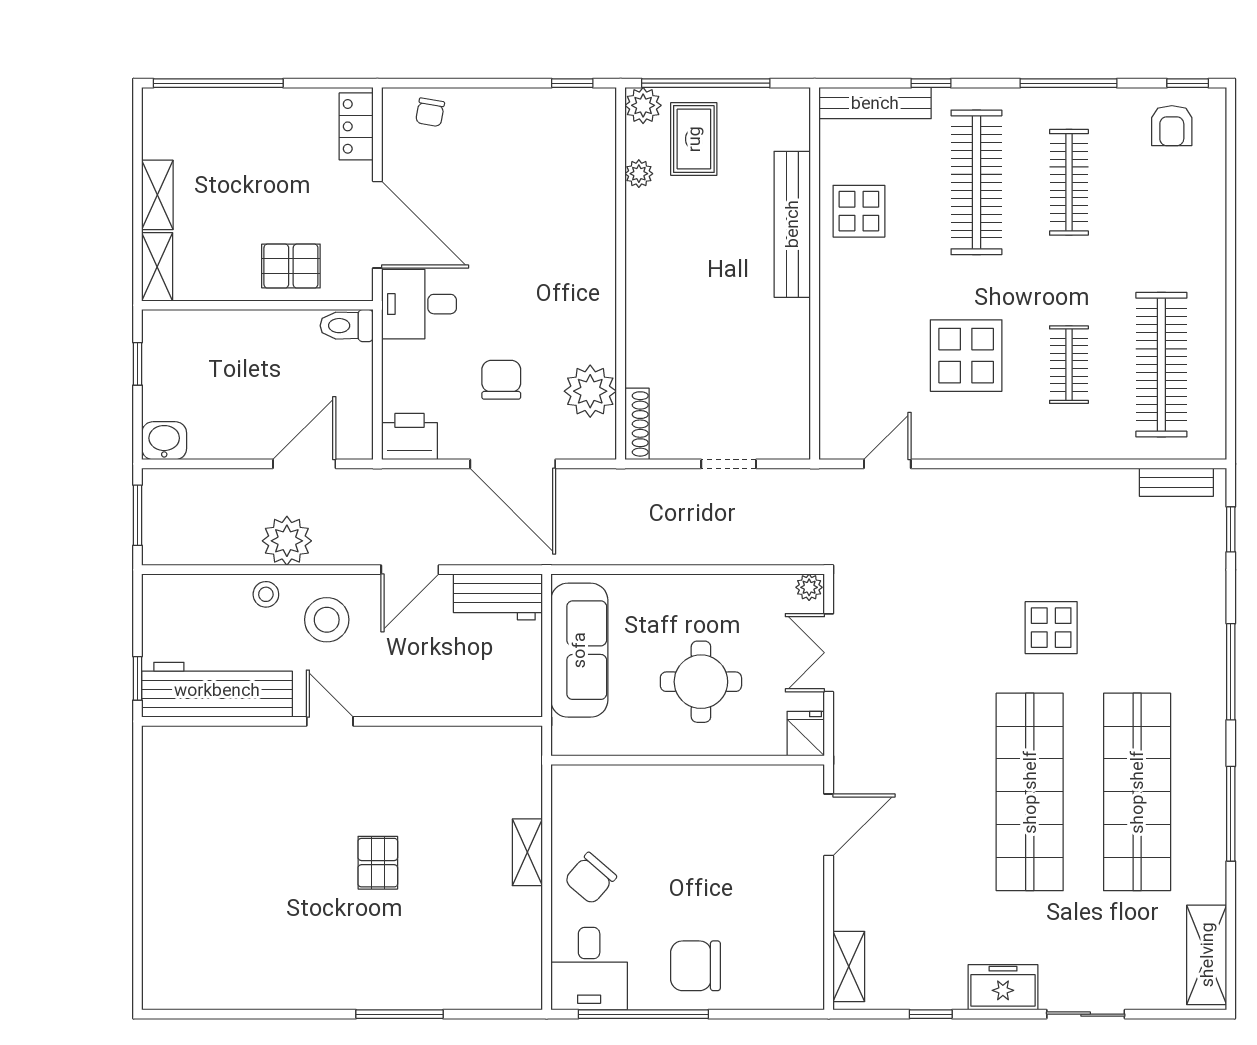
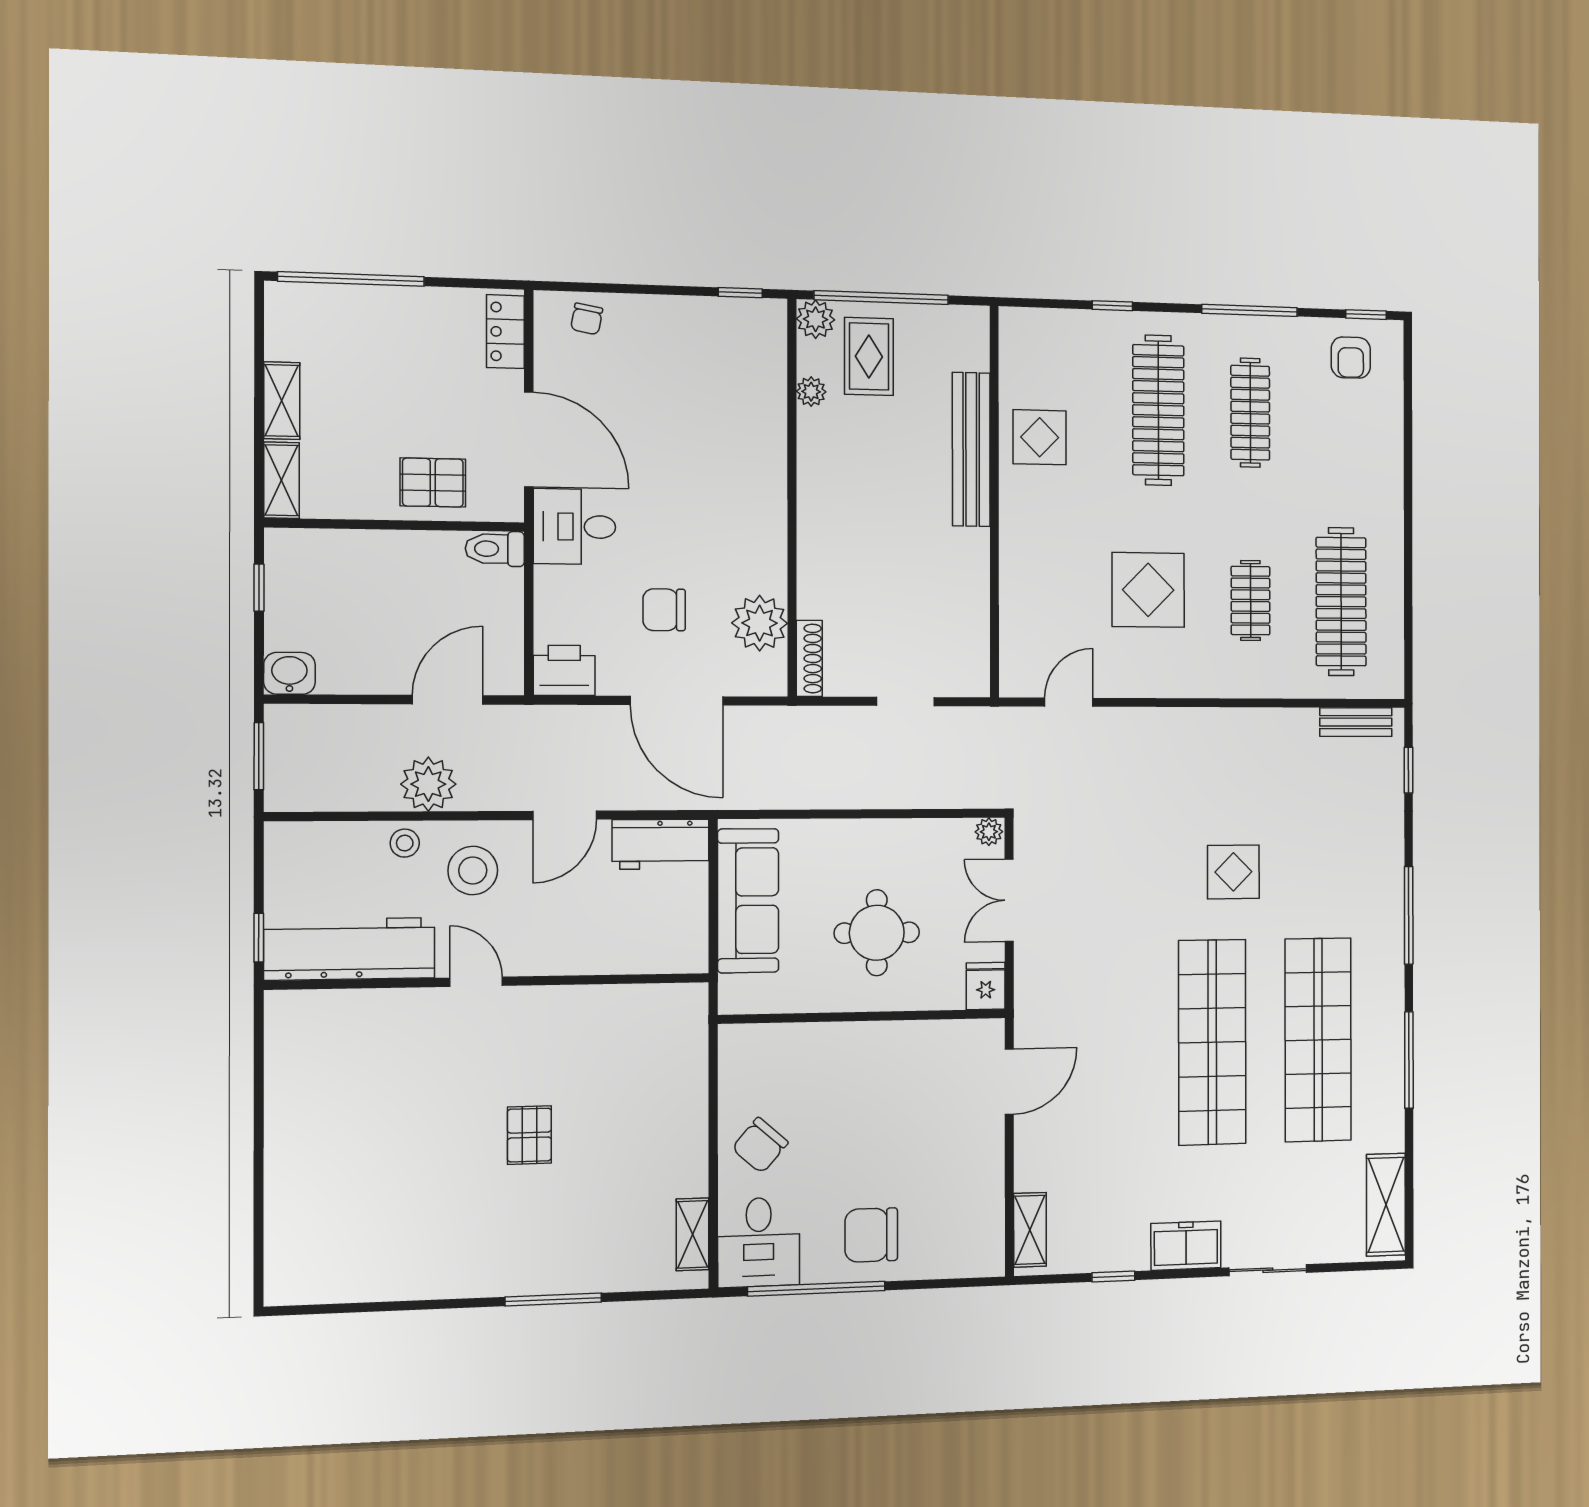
bench: (875, 103) -> (1056, 325), removed
chair: (501, 380) -> (664, 610), turned -90
shelving: (527, 852) -> (692, 1234), moved

